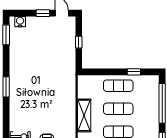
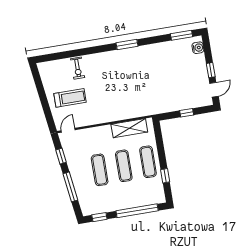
shelving: (84, 115) -> (129, 128), moved

